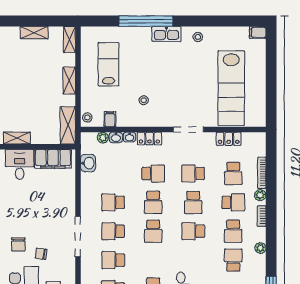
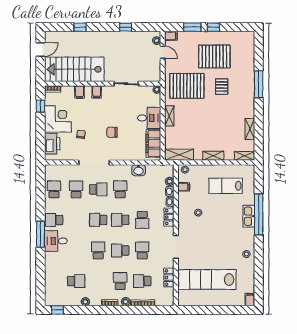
kitchen sink: (166, 34) -> (249, 216), moved
lab bench: (109, 64) -> (226, 186), turned 180
washbasin: (88, 163) -> (139, 170), moved
school desk: (233, 202) -> (120, 281), turned 180
school desk: (113, 231) -> (98, 189), turned 90
school desk: (233, 231) -> (98, 281), removed
chair: (18, 244) -> (112, 132), moved

